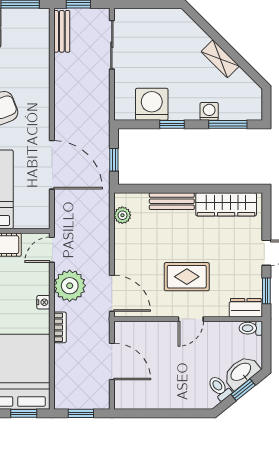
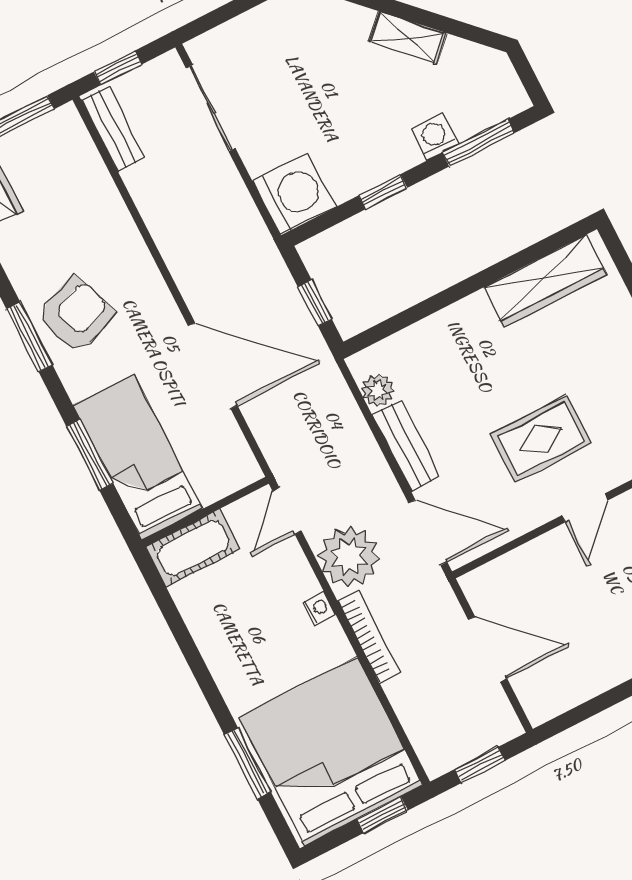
washing machine: (152, 104) -> (294, 194), moved, turned 90
bench: (172, 201) -> (406, 446), moved, turned 90
bookcase: (60, 327) -> (369, 636), width x1.56

